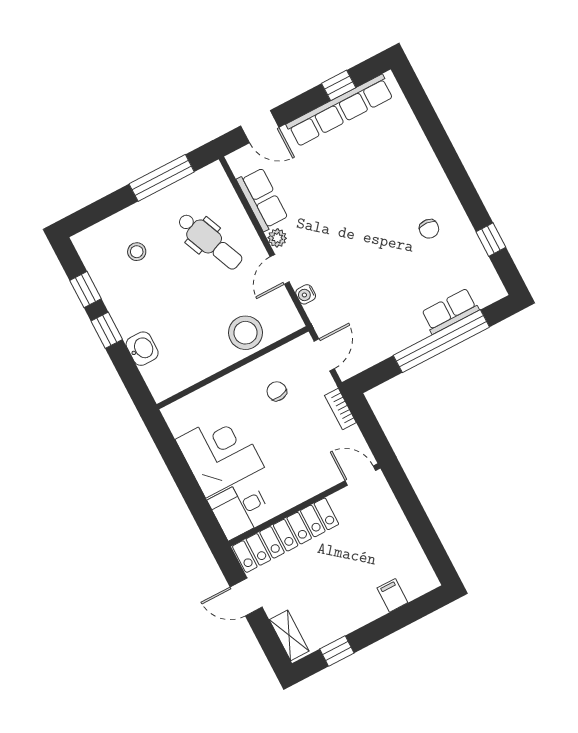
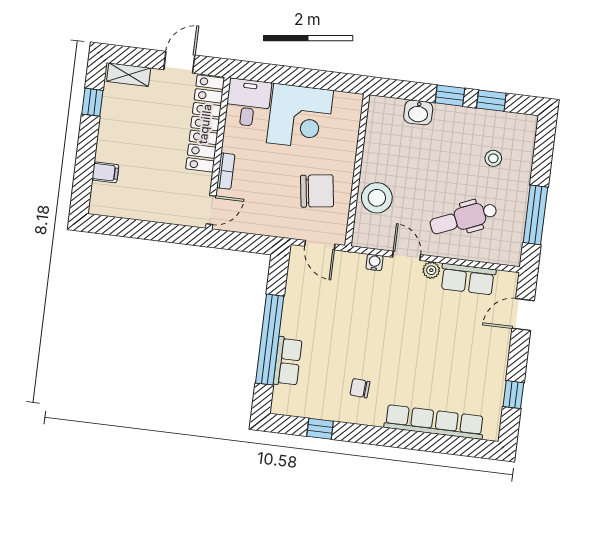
row of seats: (340, 110) -> (434, 422), moved, turned 90
chair: (277, 391) -> (317, 191), width x1.87, depth x1.87
bookcase: (340, 409) -> (226, 171), moved, turned 90

